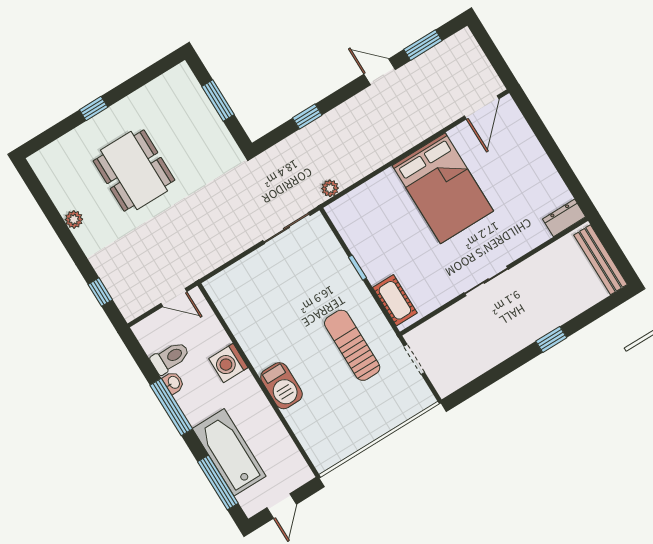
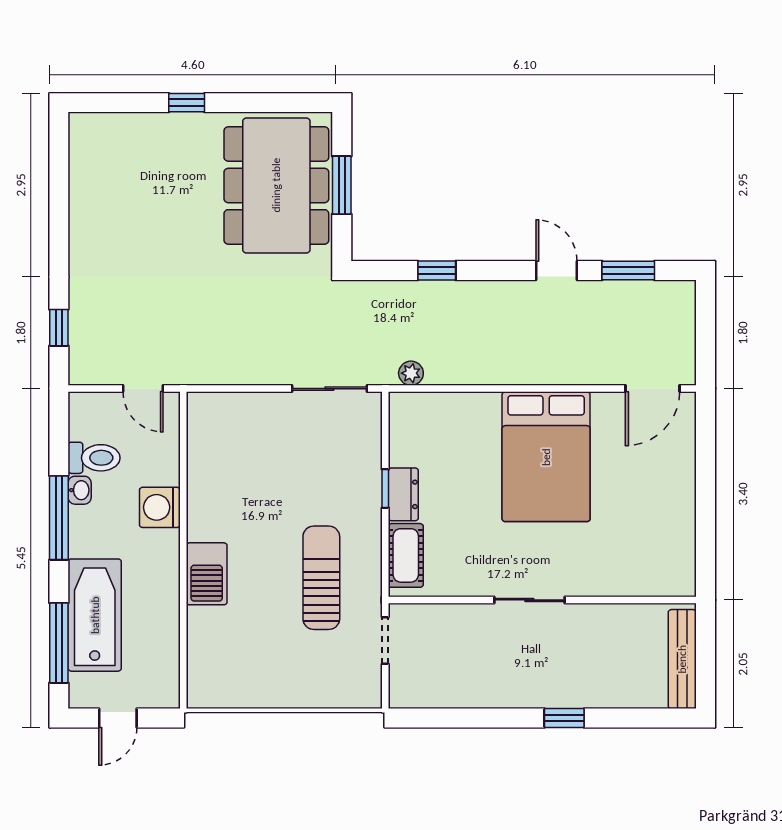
dining table: (134, 171) -> (276, 185), moved, width x1.36, depth x1.24
dresser: (564, 218) -> (403, 494), moved, turned 90
plant: (74, 219) -> (81, 221), removed

